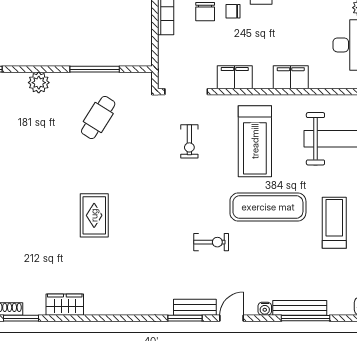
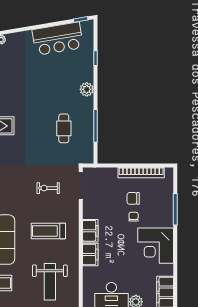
filing cabinet: (235, 77) -> (90, 231), moved
cafe table: (98, 117) -> (64, 128), turned 58
treadmill: (255, 141) -> (48, 231), width x0.73, depth x0.73

